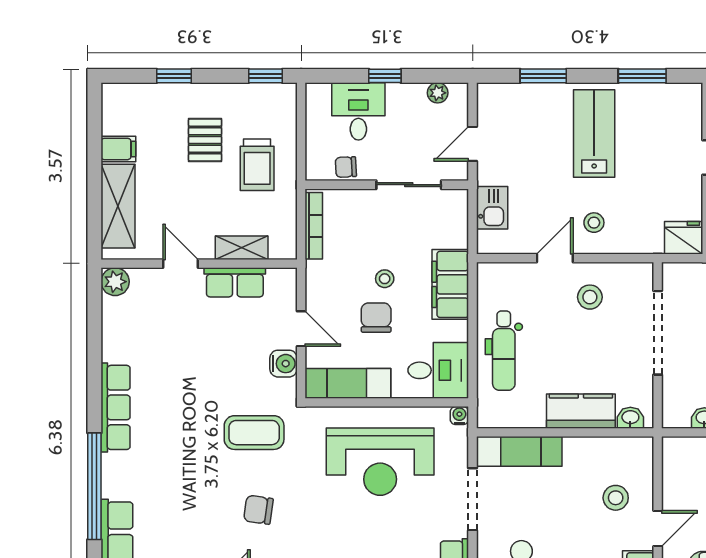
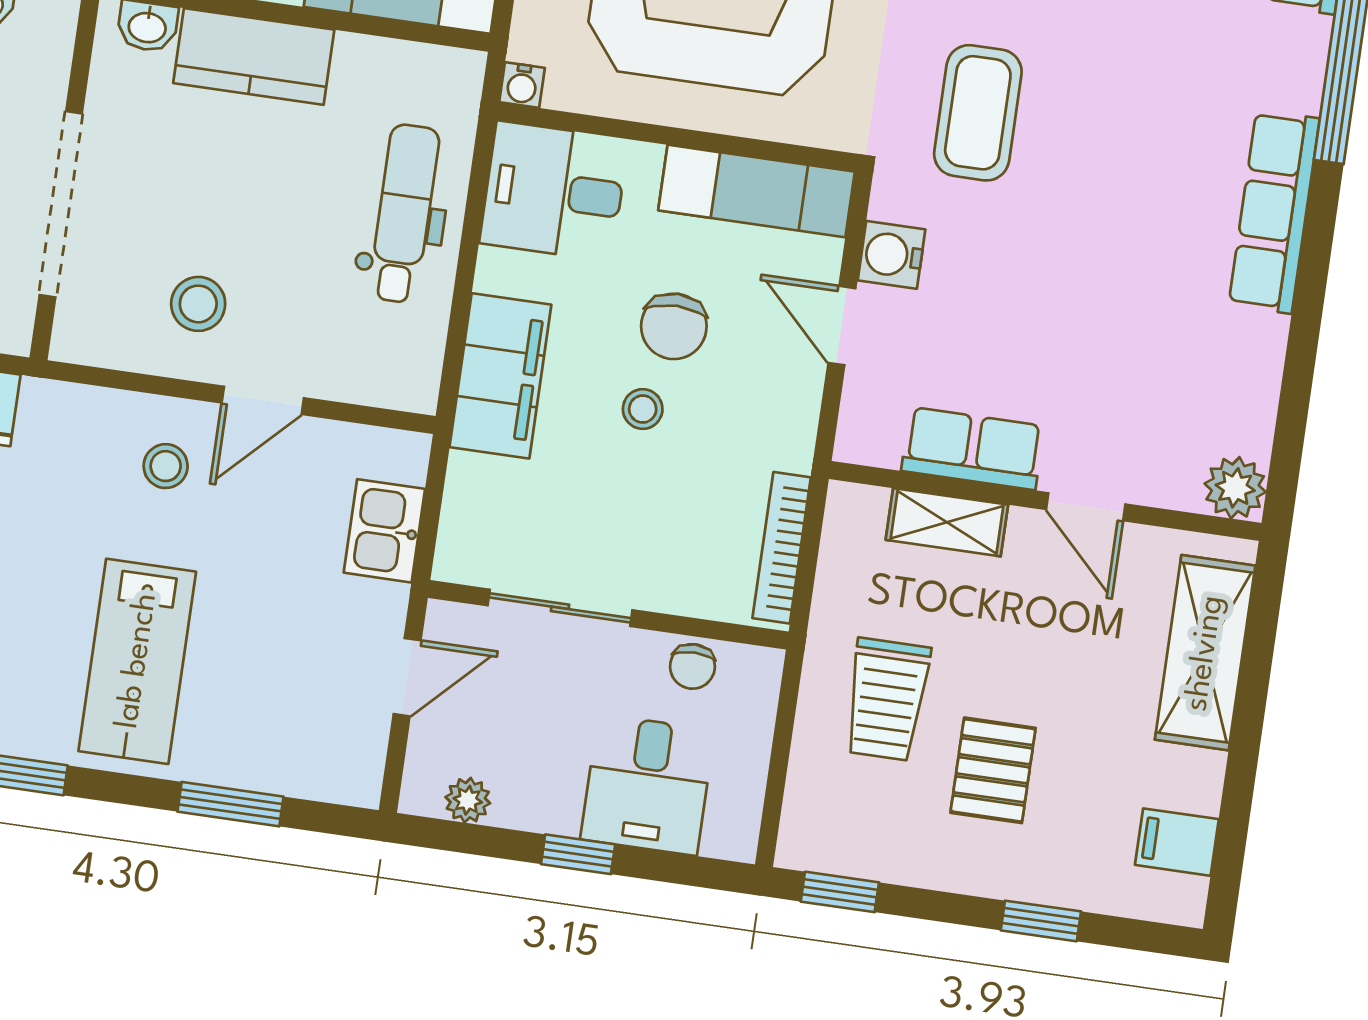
filing cabinet: (118, 149) -> (1177, 842), moved
trolley: (257, 165) -> (887, 699), turned 180
chair: (346, 167) -> (692, 666), turned 93
coffee table: (254, 433) -> (978, 113), turned 90

